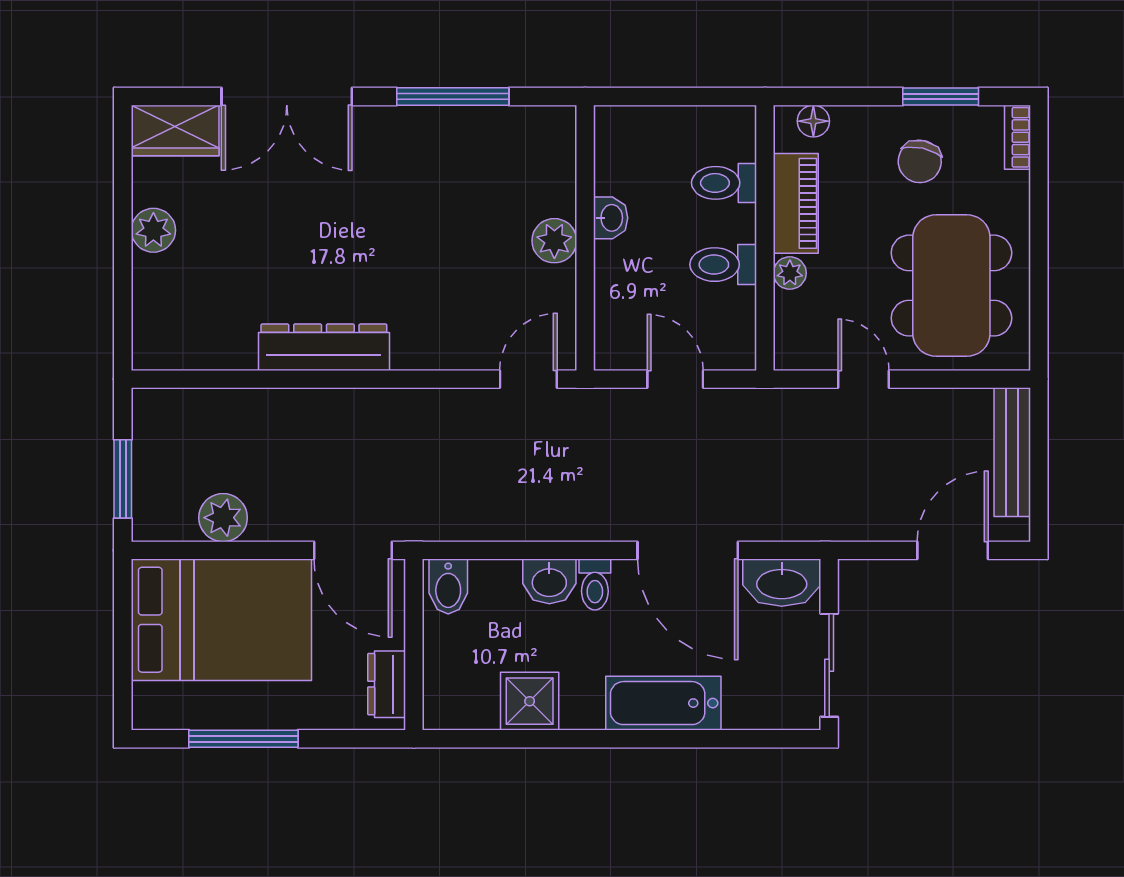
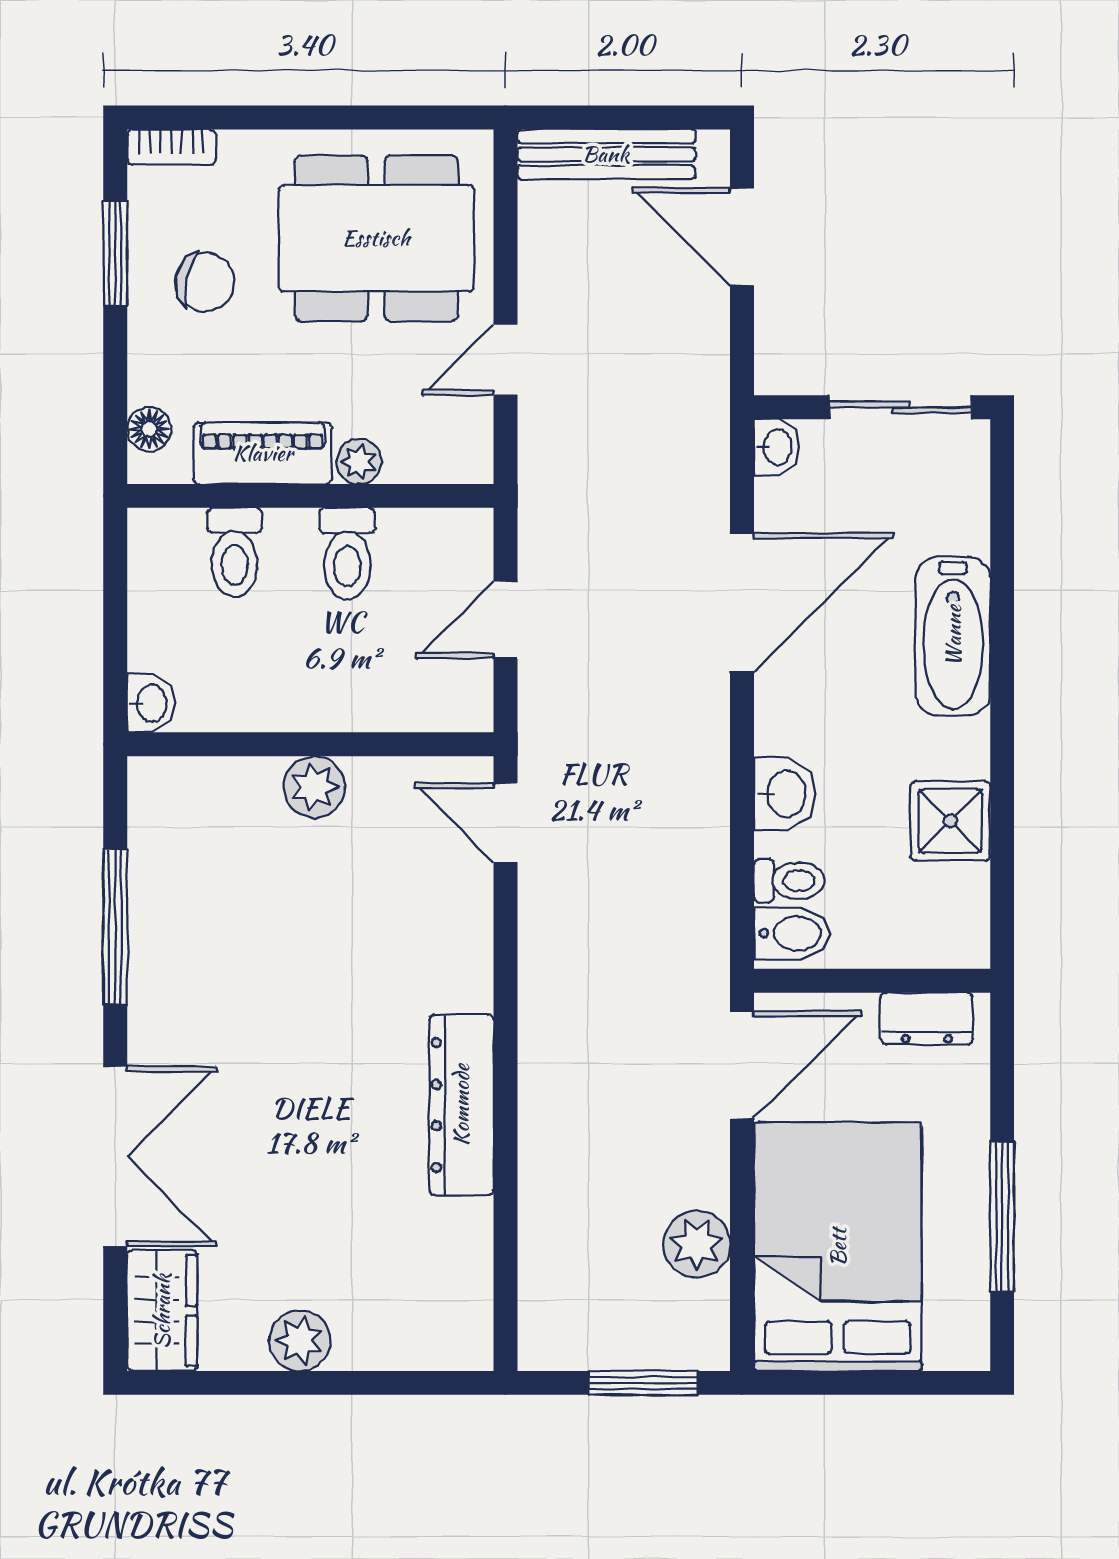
washbasin: (611, 218) -> (151, 703), moved, turned 90
washbasin: (782, 583) -> (776, 447), width x0.52, depth x0.69
toilet: (595, 584) -> (789, 881), moved

